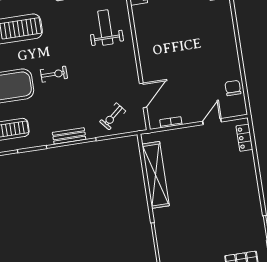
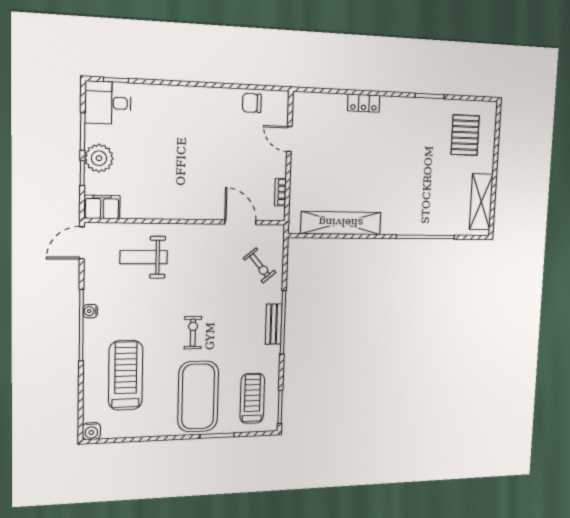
locker: (244, 138) -> (364, 103), moved

